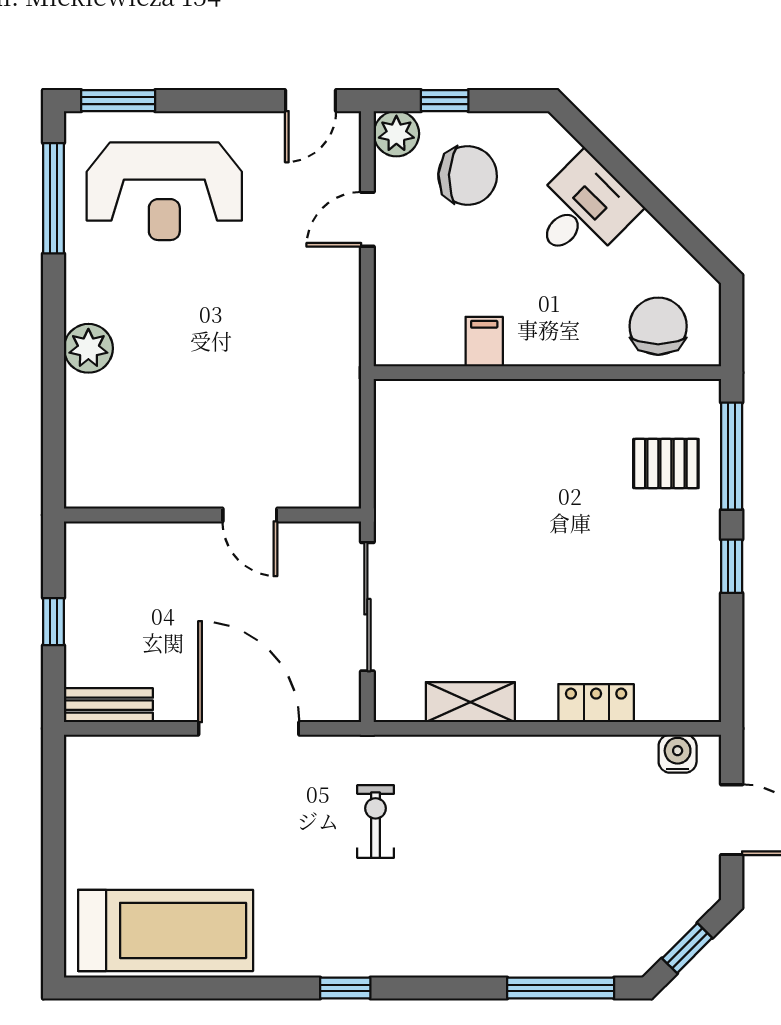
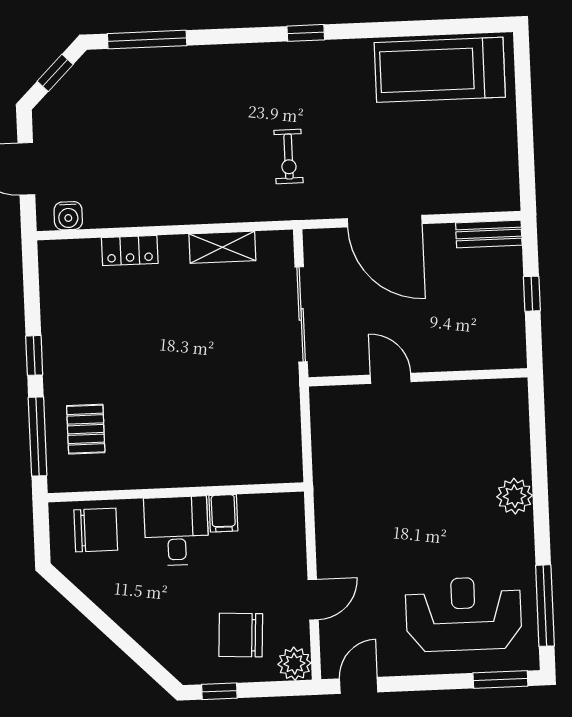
window: (445, 101) -> (219, 691), moved
desk: (583, 210) -> (176, 531), moved, turned 135
chair: (658, 326) -> (96, 530), turned -90
pallet: (666, 463) -> (86, 429), turned 90

